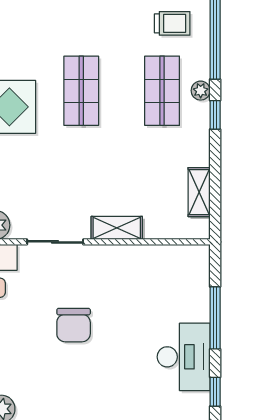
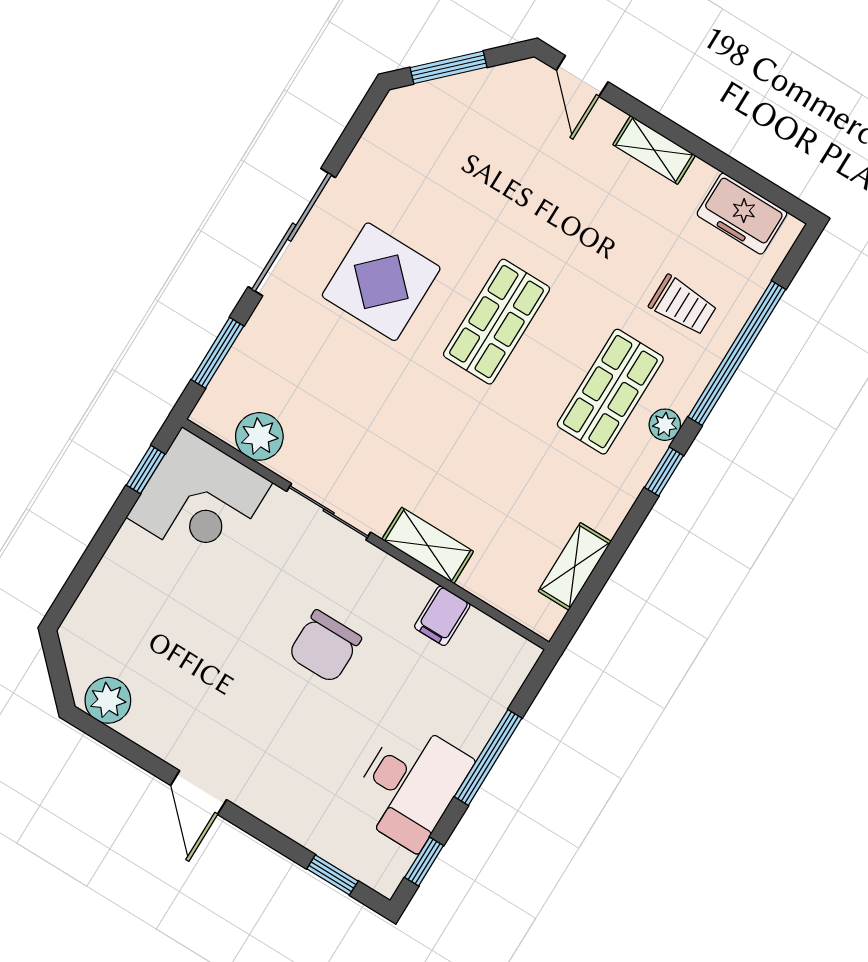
filing cabinet: (147, 260) -> (442, 616), added
chair: (74, 325) -> (325, 647), moved

